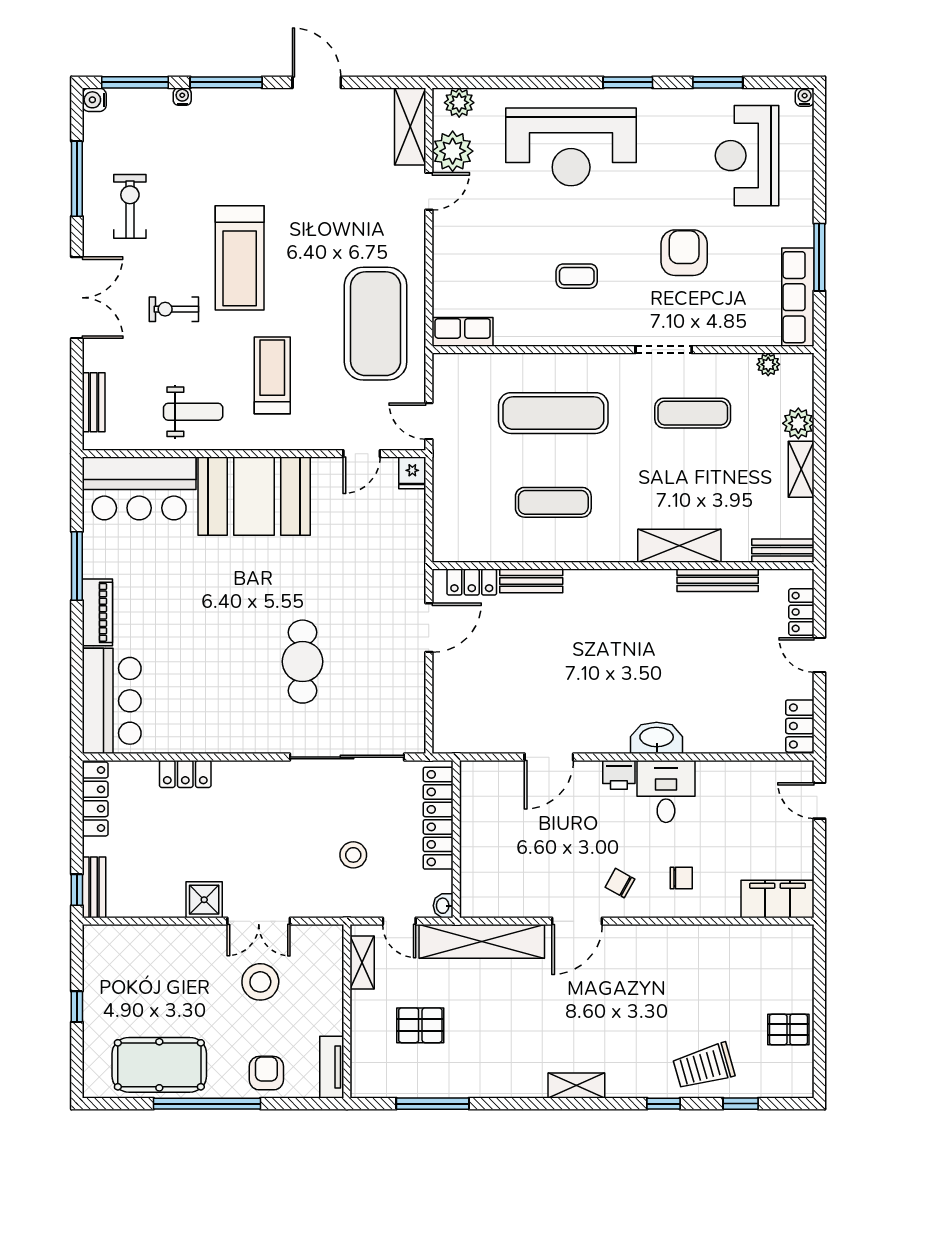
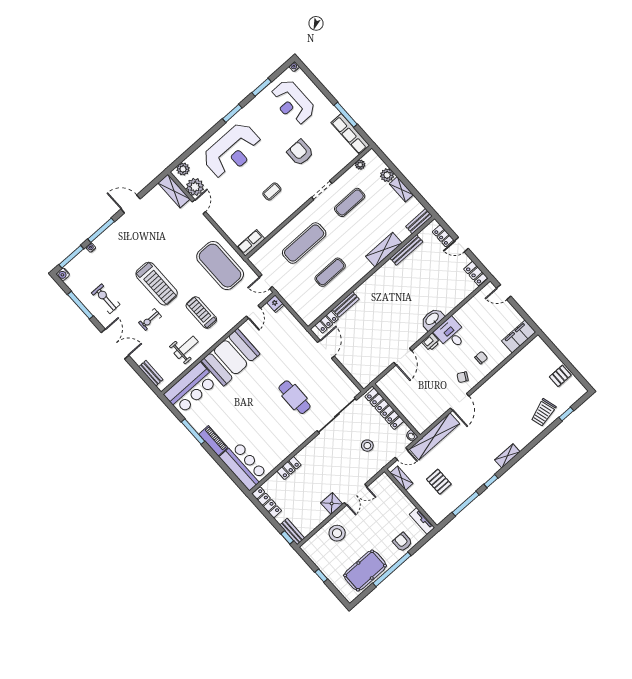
stool: (260, 982) -> (337, 533), moved
pallet: (420, 1025) -> (439, 482), turned 90
window: (664, 1104) -> (491, 481), moved

